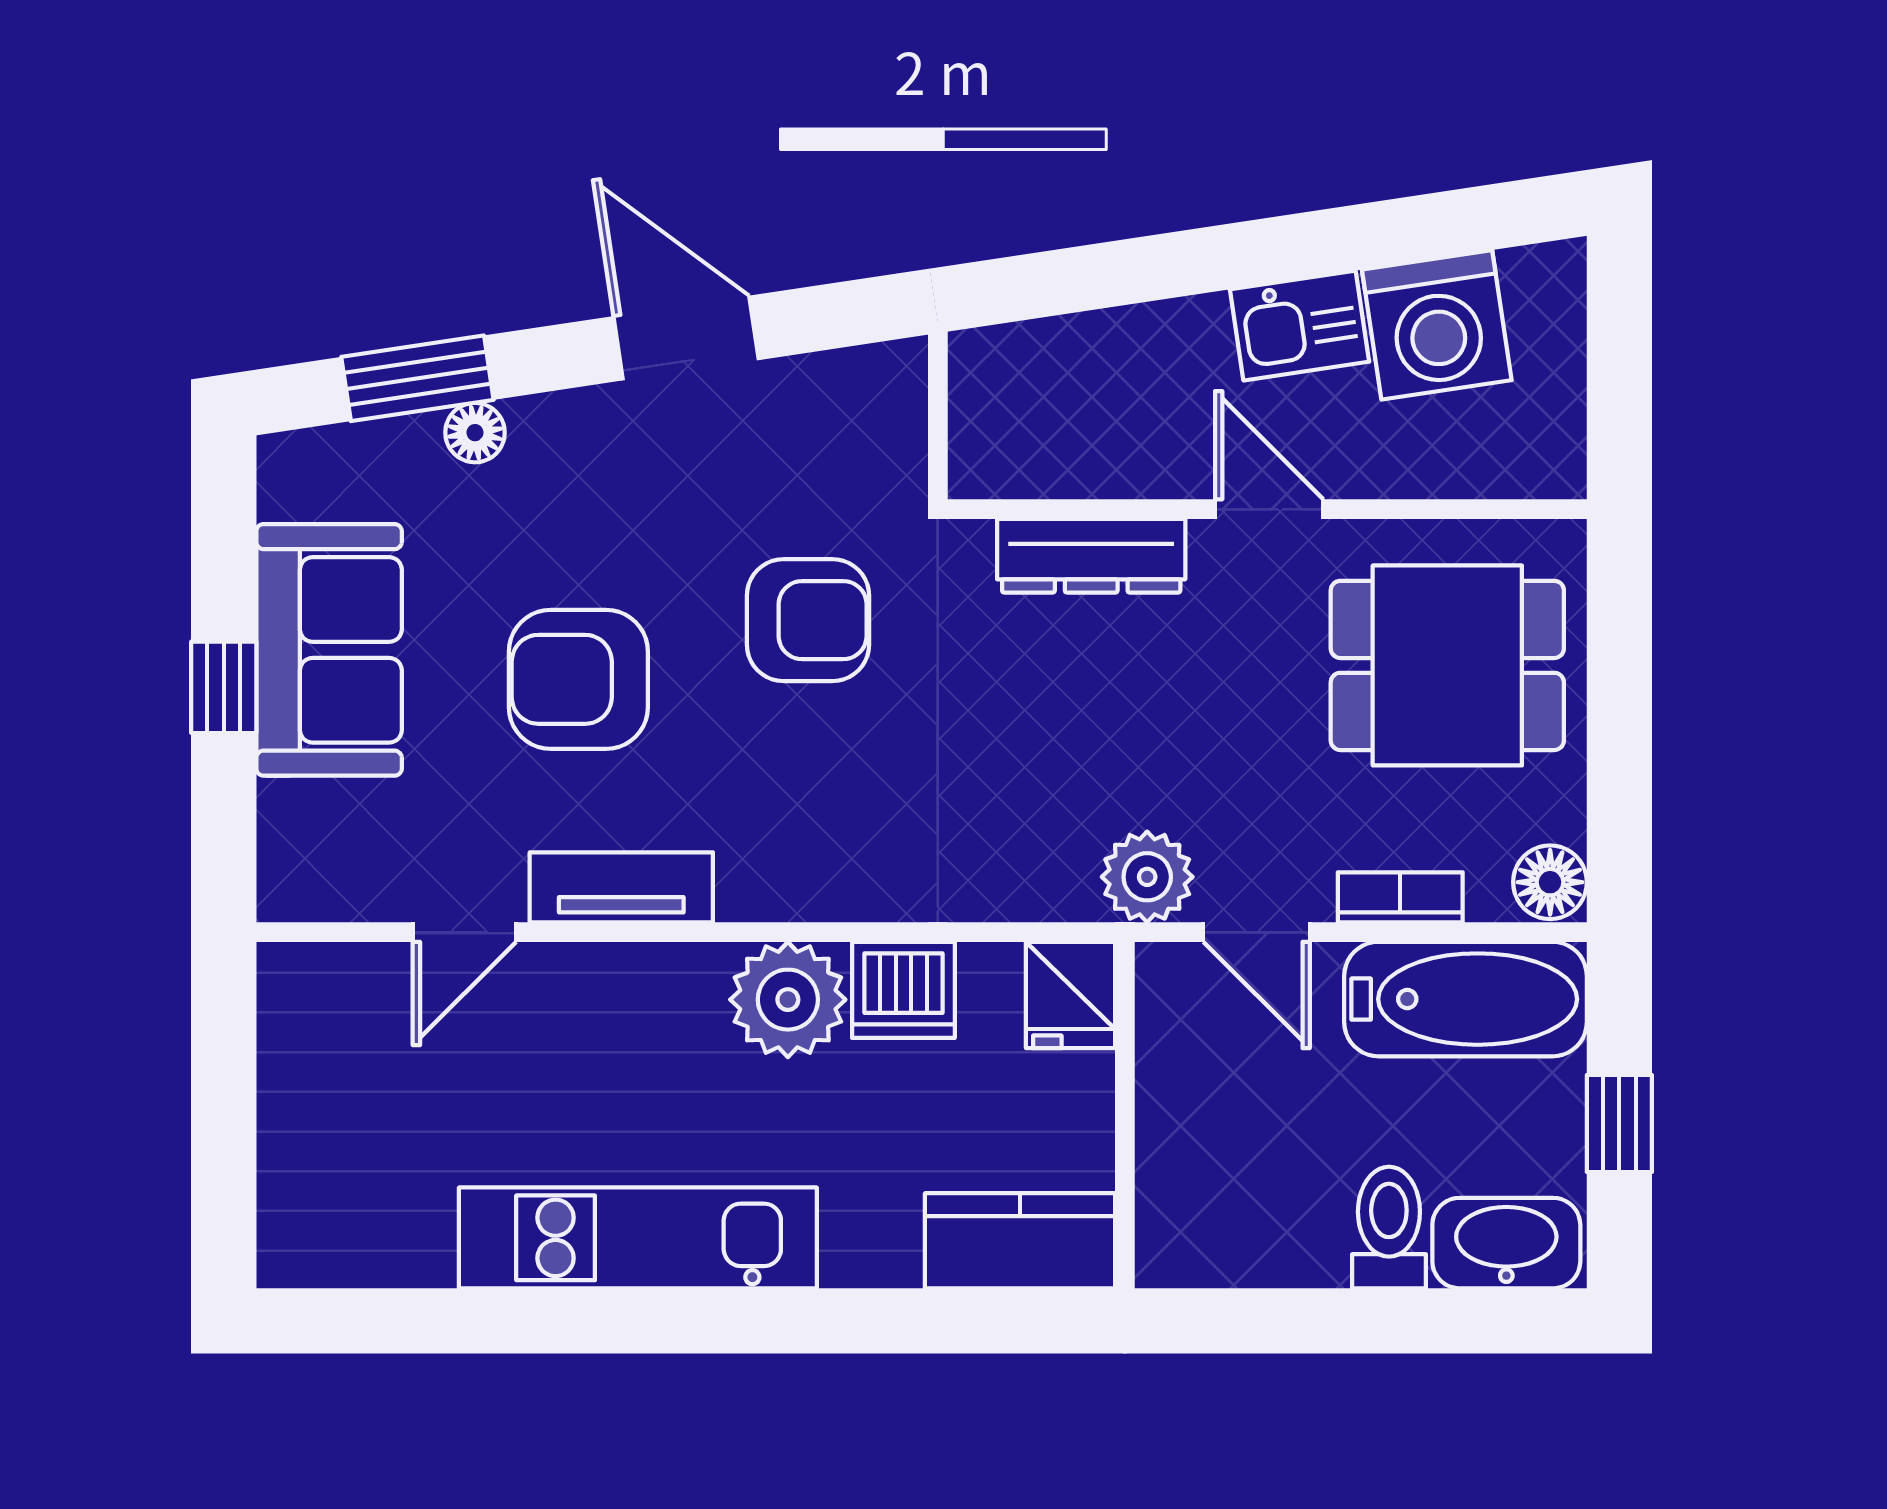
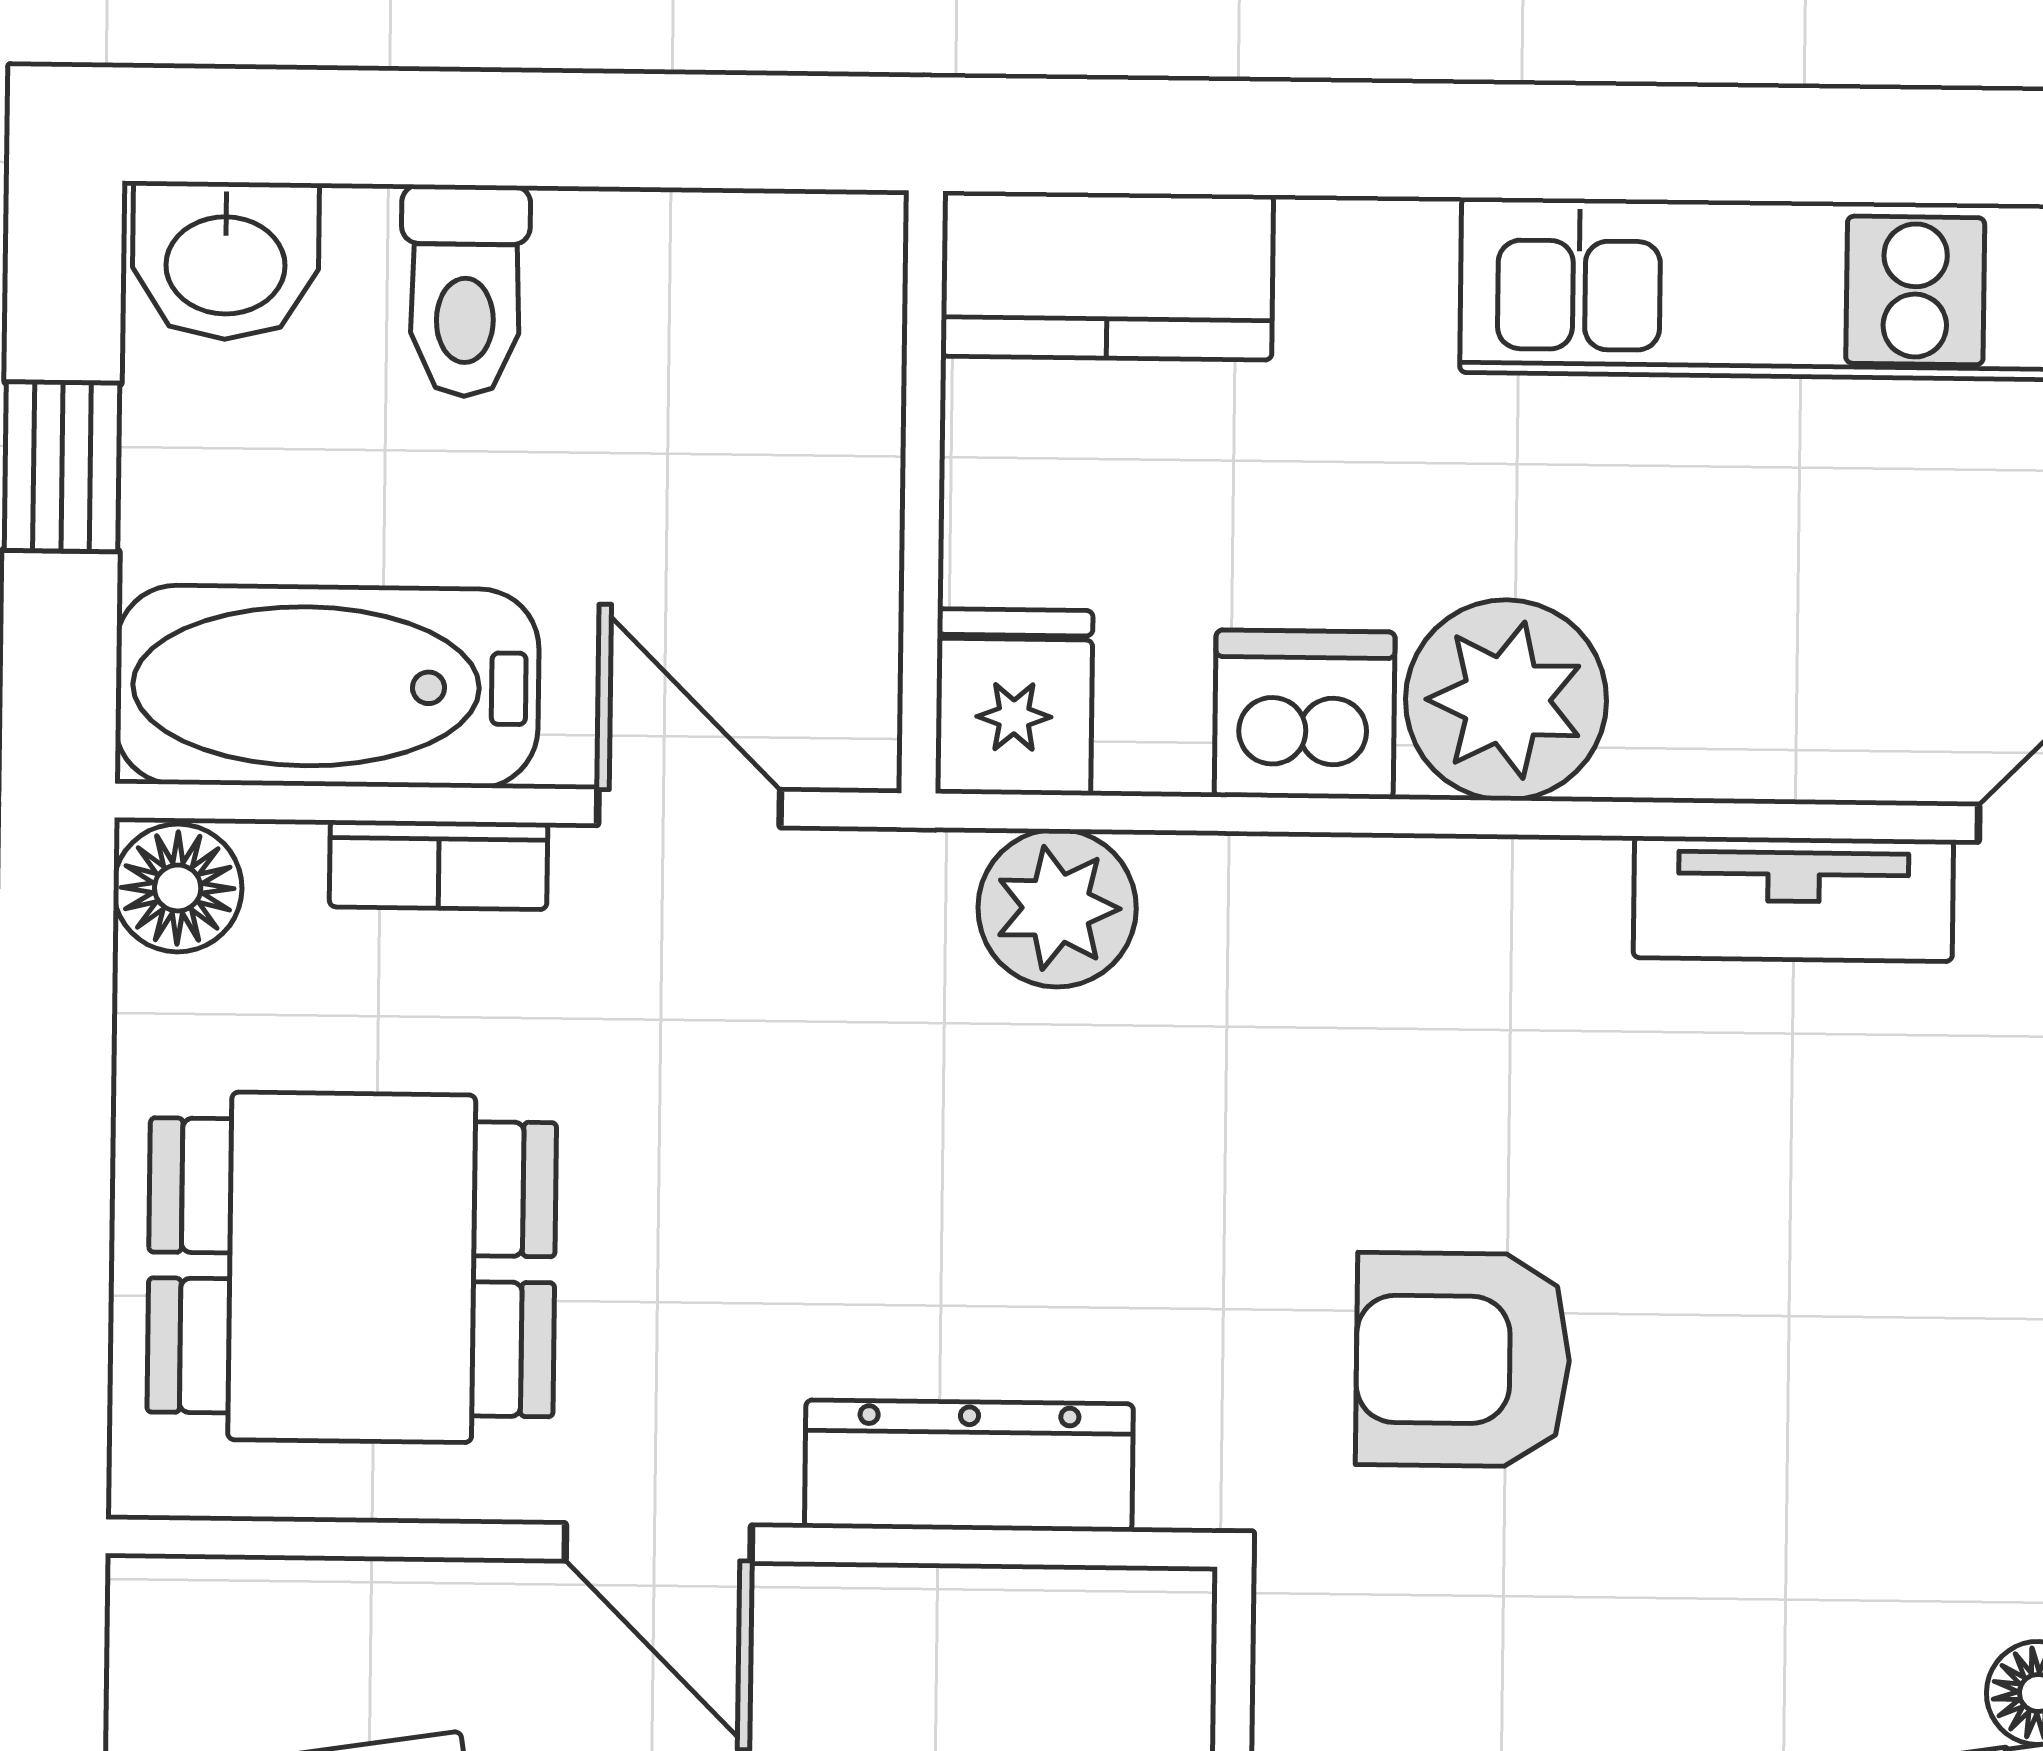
armchair: (578, 679) -> (1864, 1262), removed
plant: (1147, 877) -> (1057, 908), moved
washbasin: (1506, 1243) -> (226, 261), width x0.72

